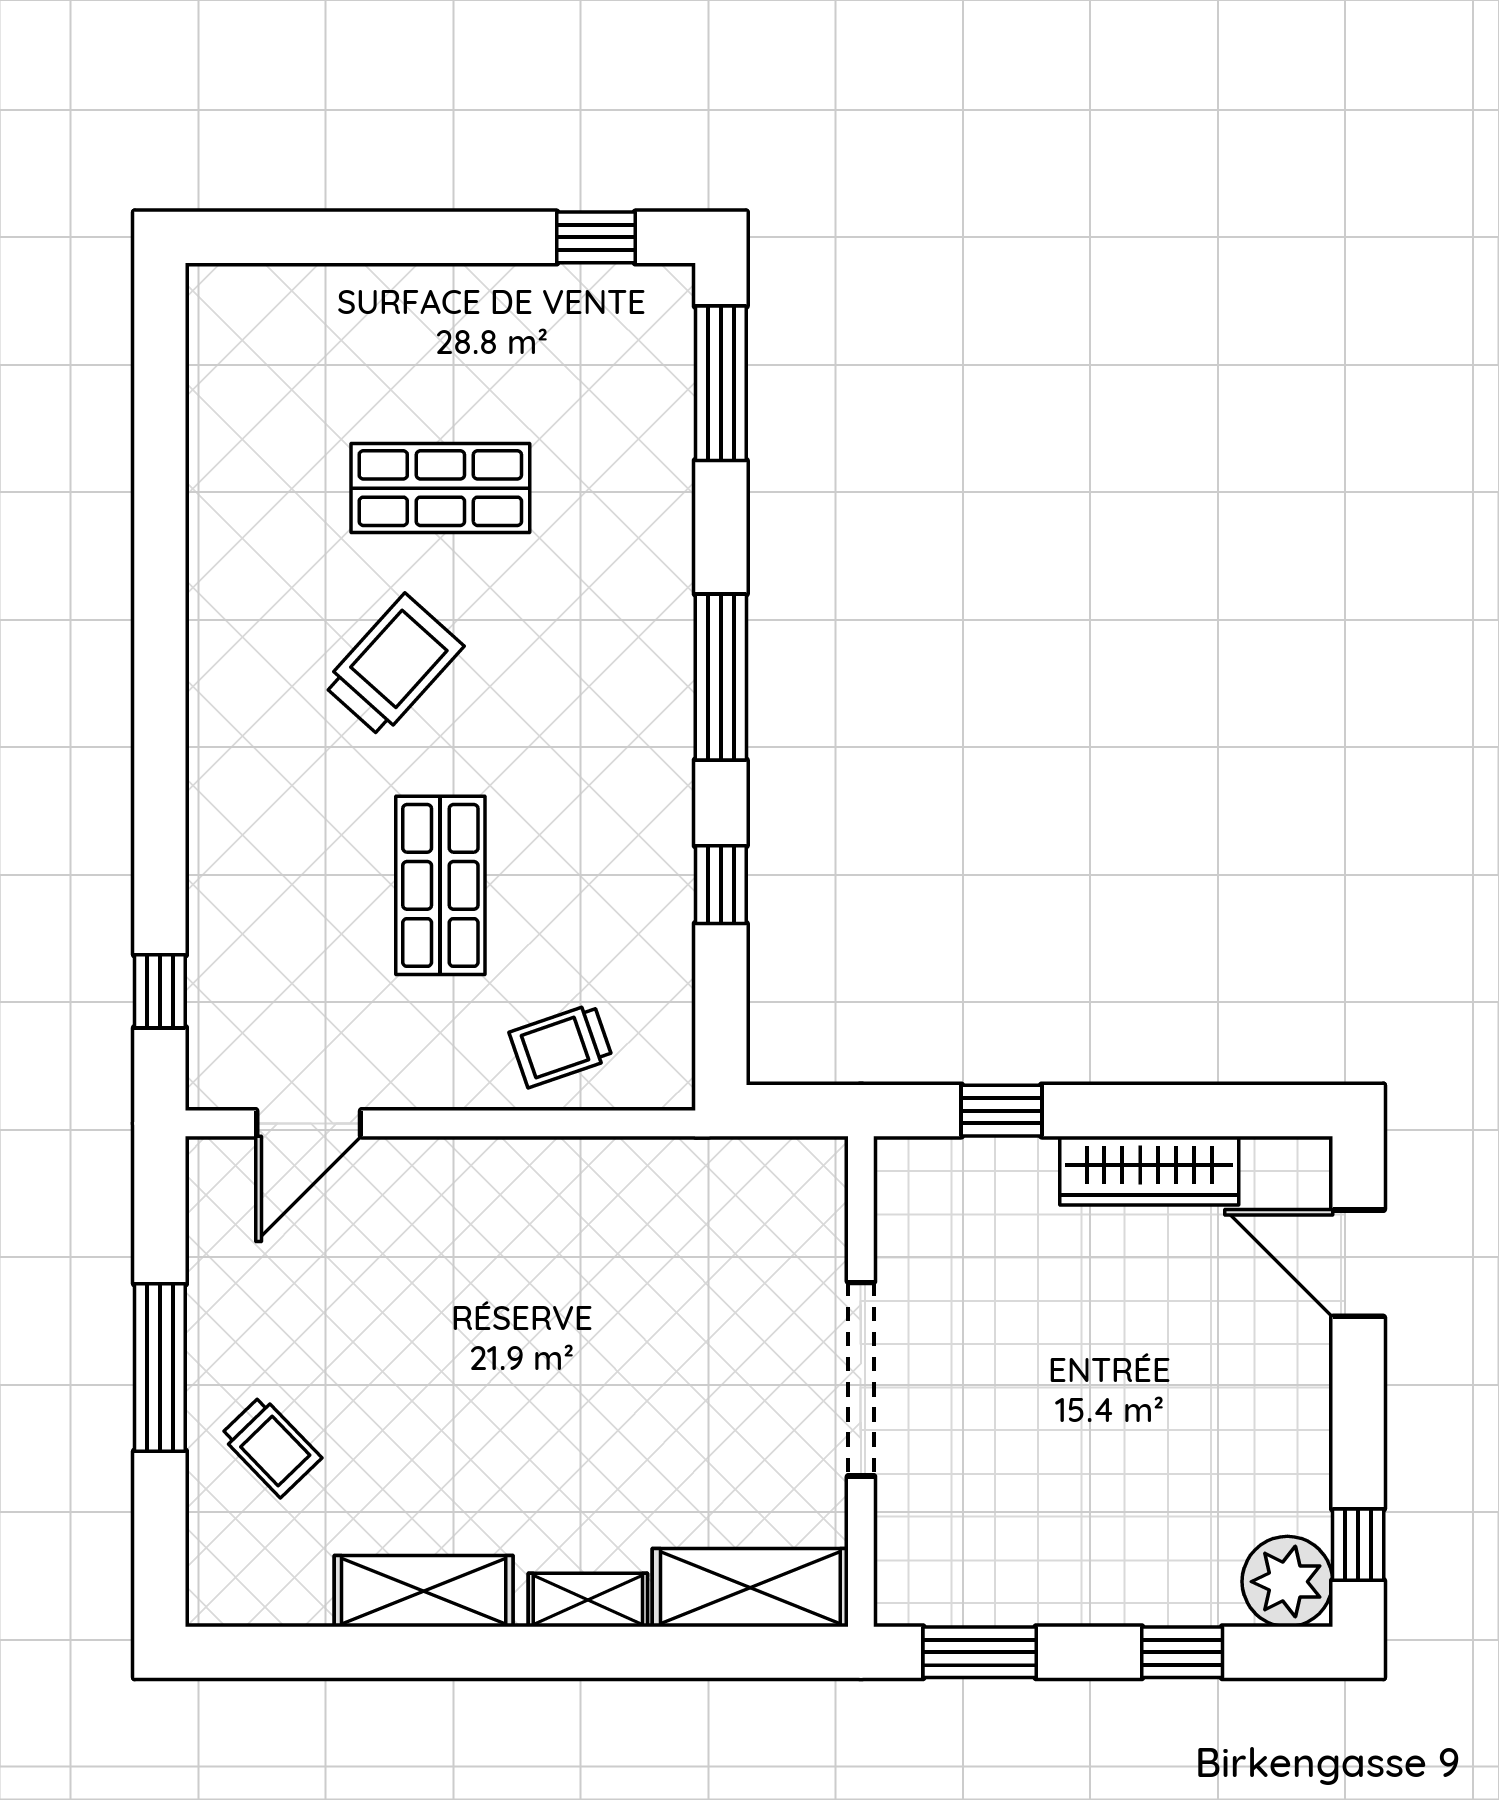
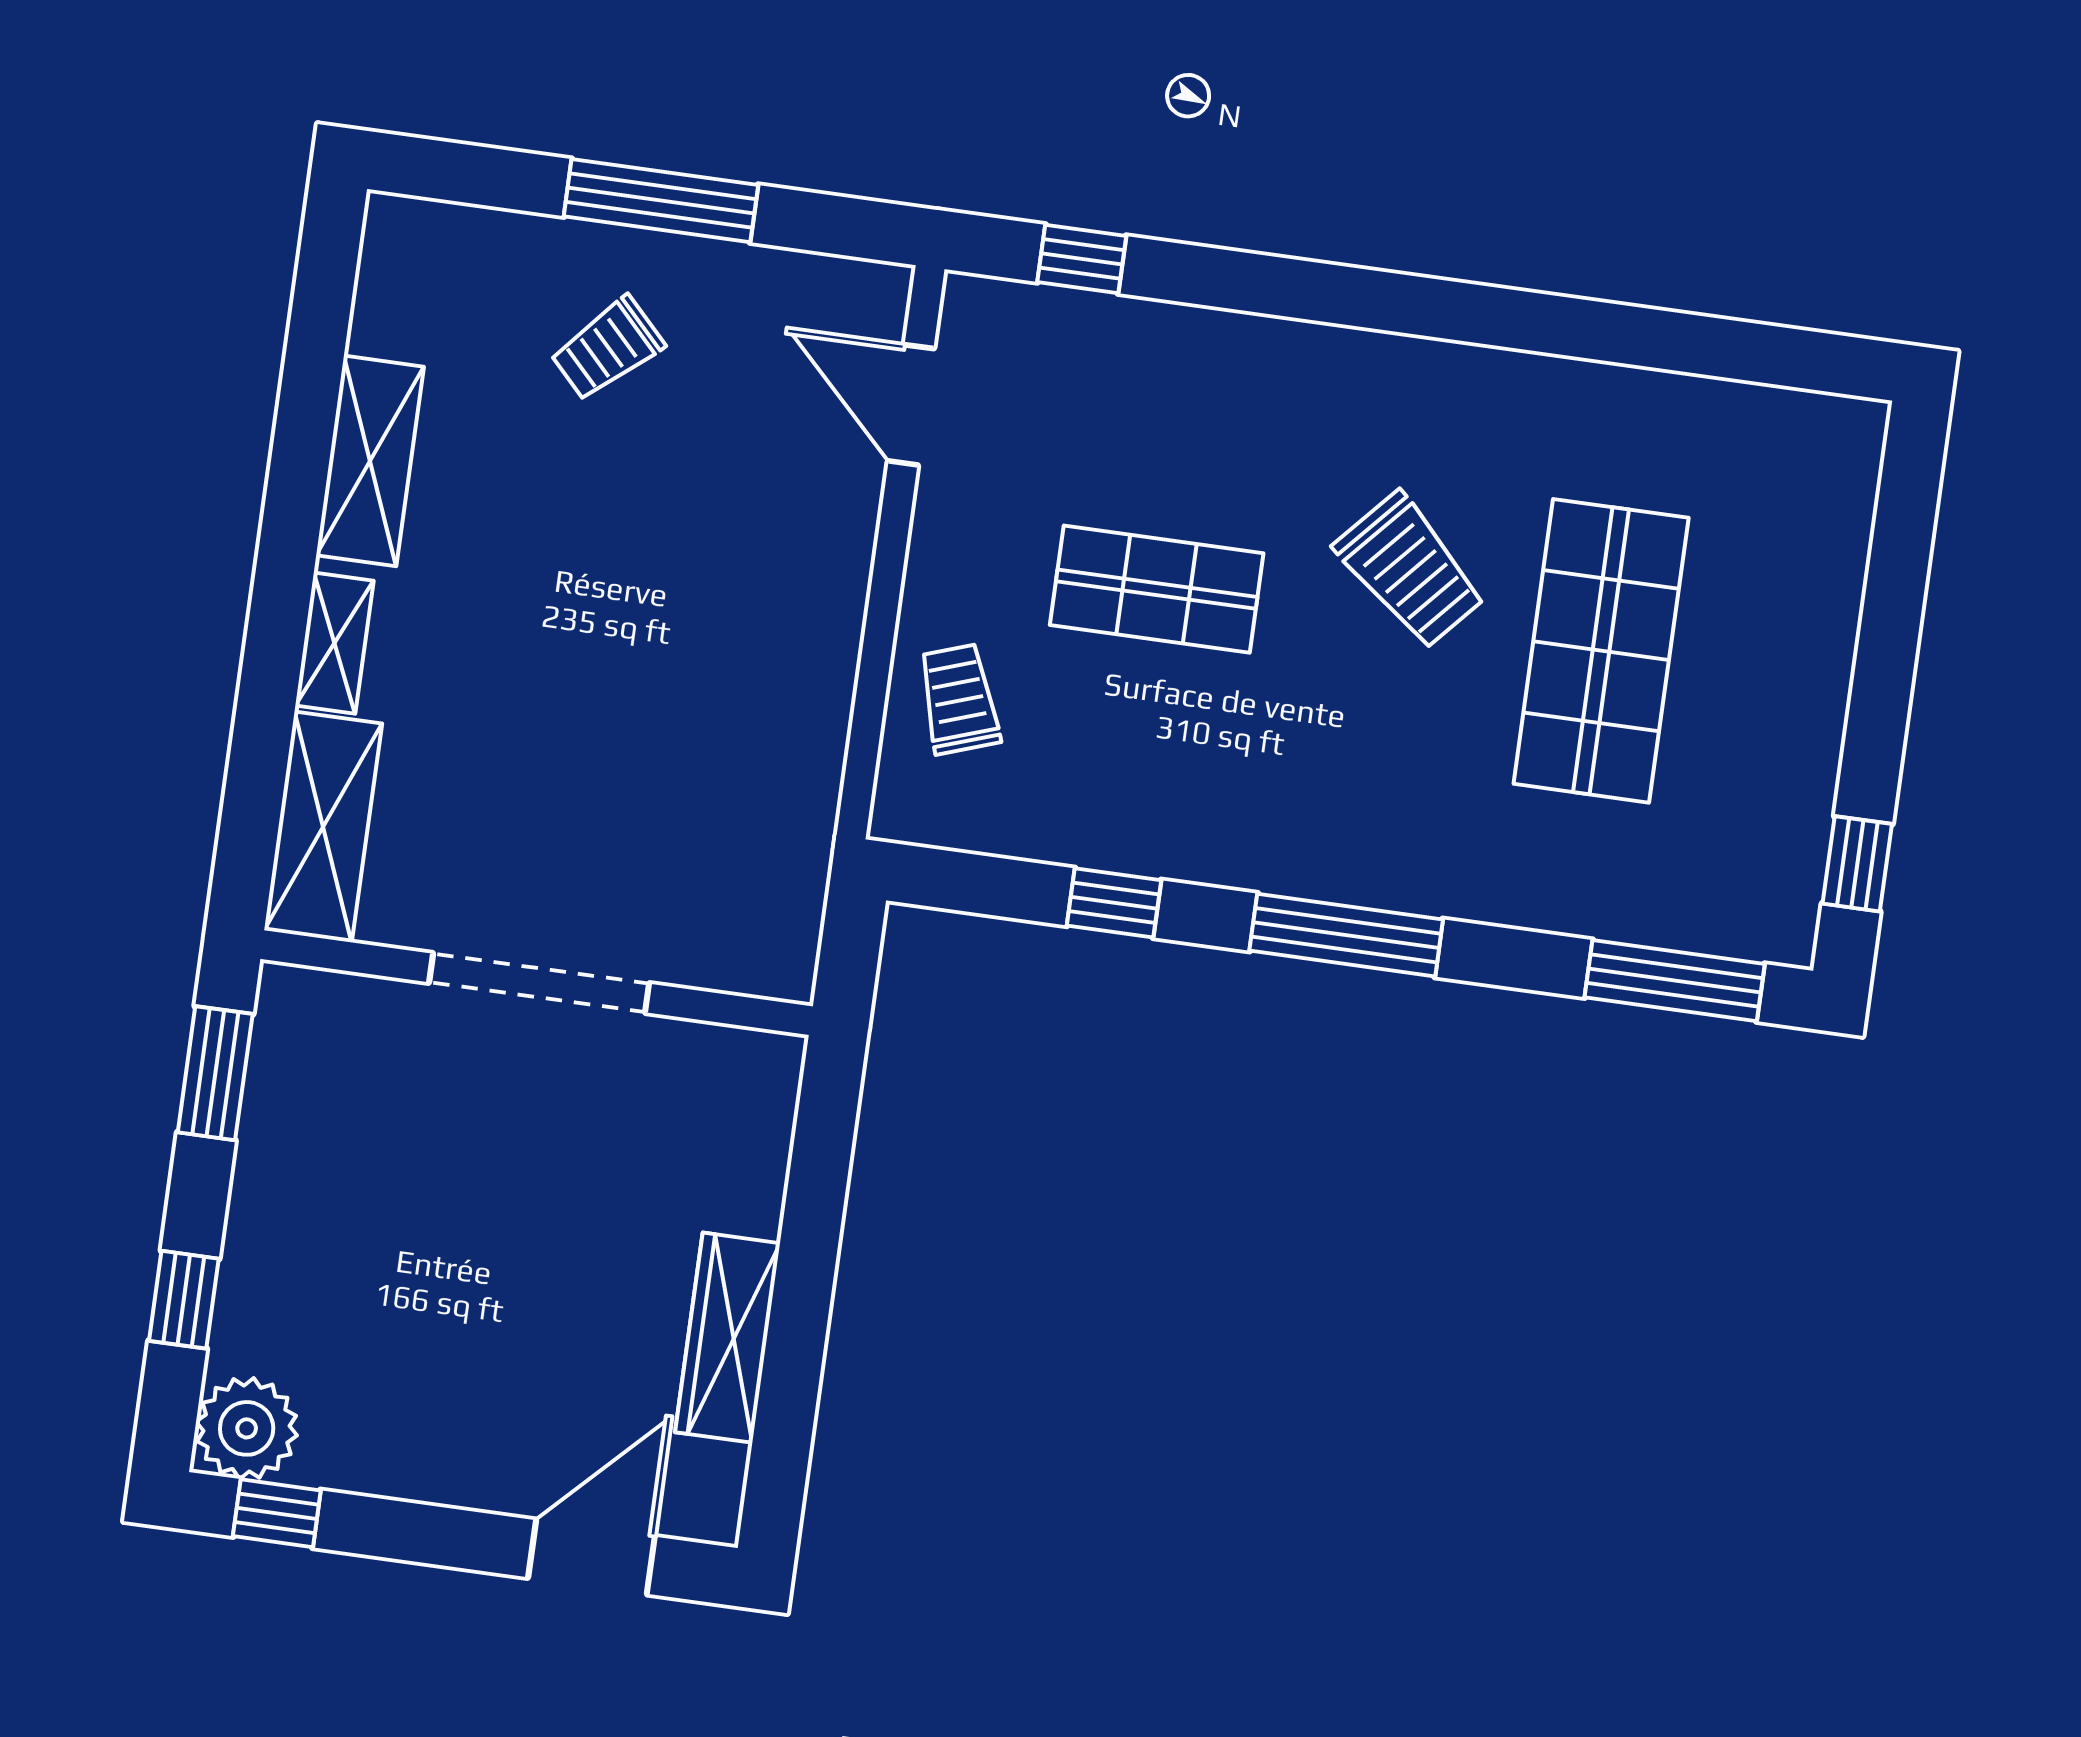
shop shelf: (440, 488) -> (1601, 651), width x1.43, depth x1.36
window: (1002, 1111) -> (818, 1182), removed
trolley: (271, 1447) -> (607, 349), moved

